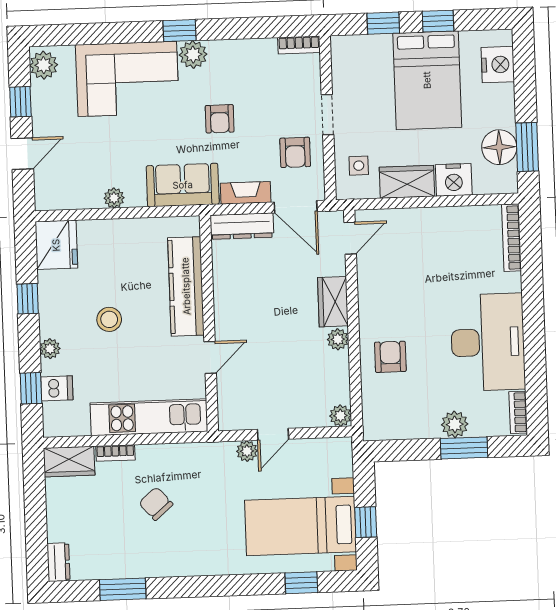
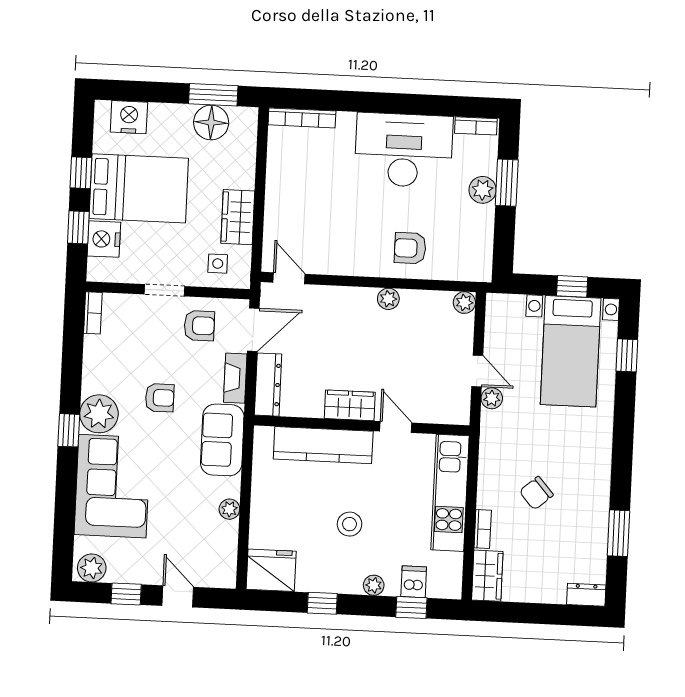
plant: (193, 55) -> (99, 414), width x1.36, depth x1.36
nightstand: (454, 180) -> (104, 239), moved, turned 180
wardrobe: (333, 302) -> (350, 405), moved, turned 180

